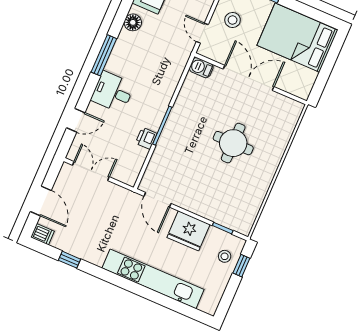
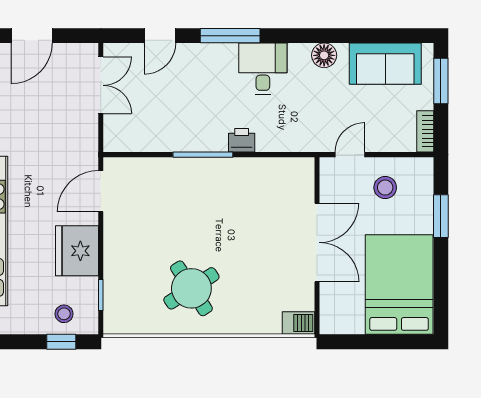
window: (104, 55) -> (230, 36), moved
barbecue: (201, 68) -> (298, 323), moved, turned 90
desk: (113, 92) -> (263, 69), moved
door: (76, 120) -> (160, 36), hinge flipped
printer: (146, 138) -> (242, 140), moved
round table: (233, 143) -> (191, 288), moved, turned -33

